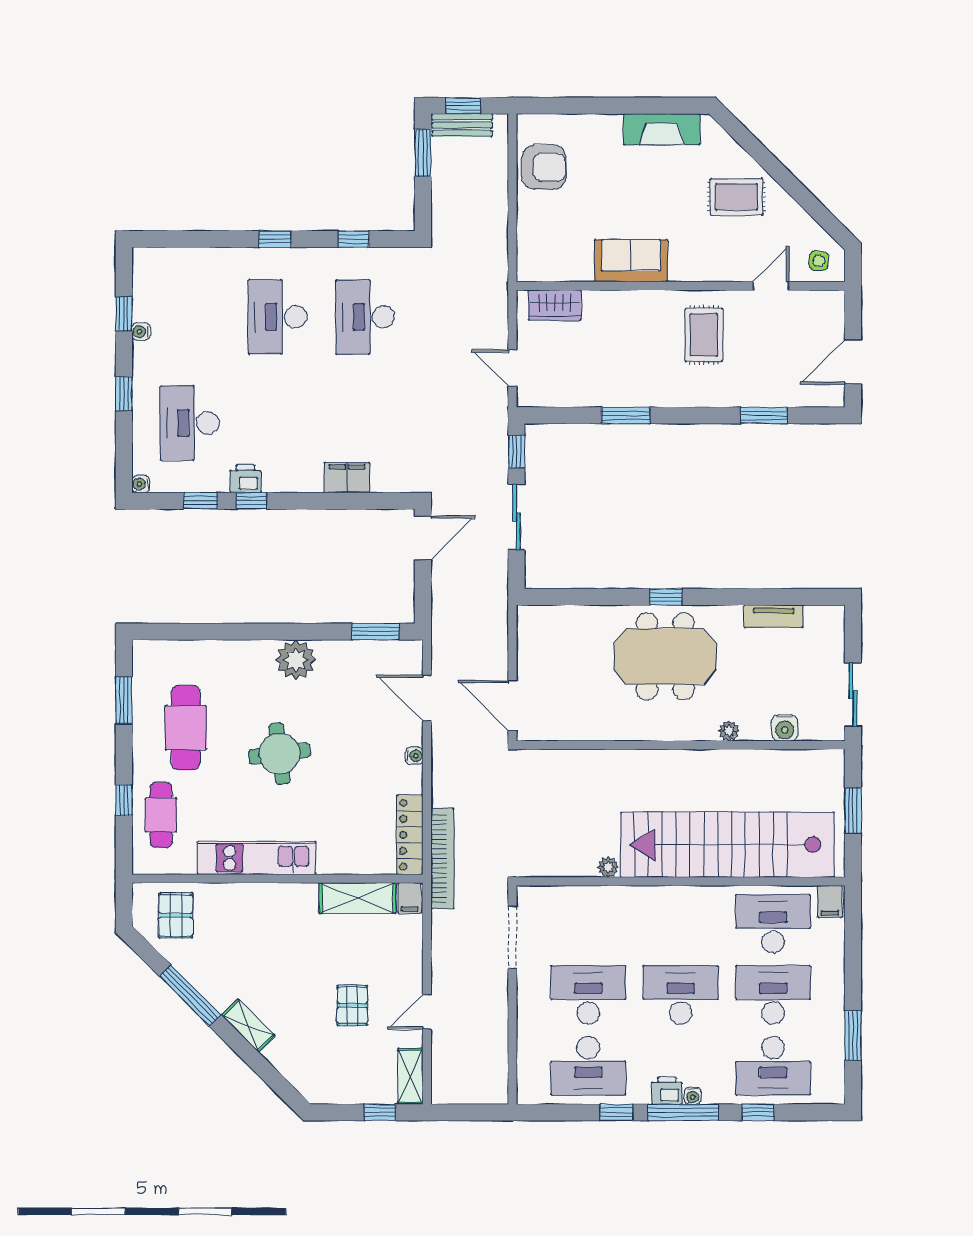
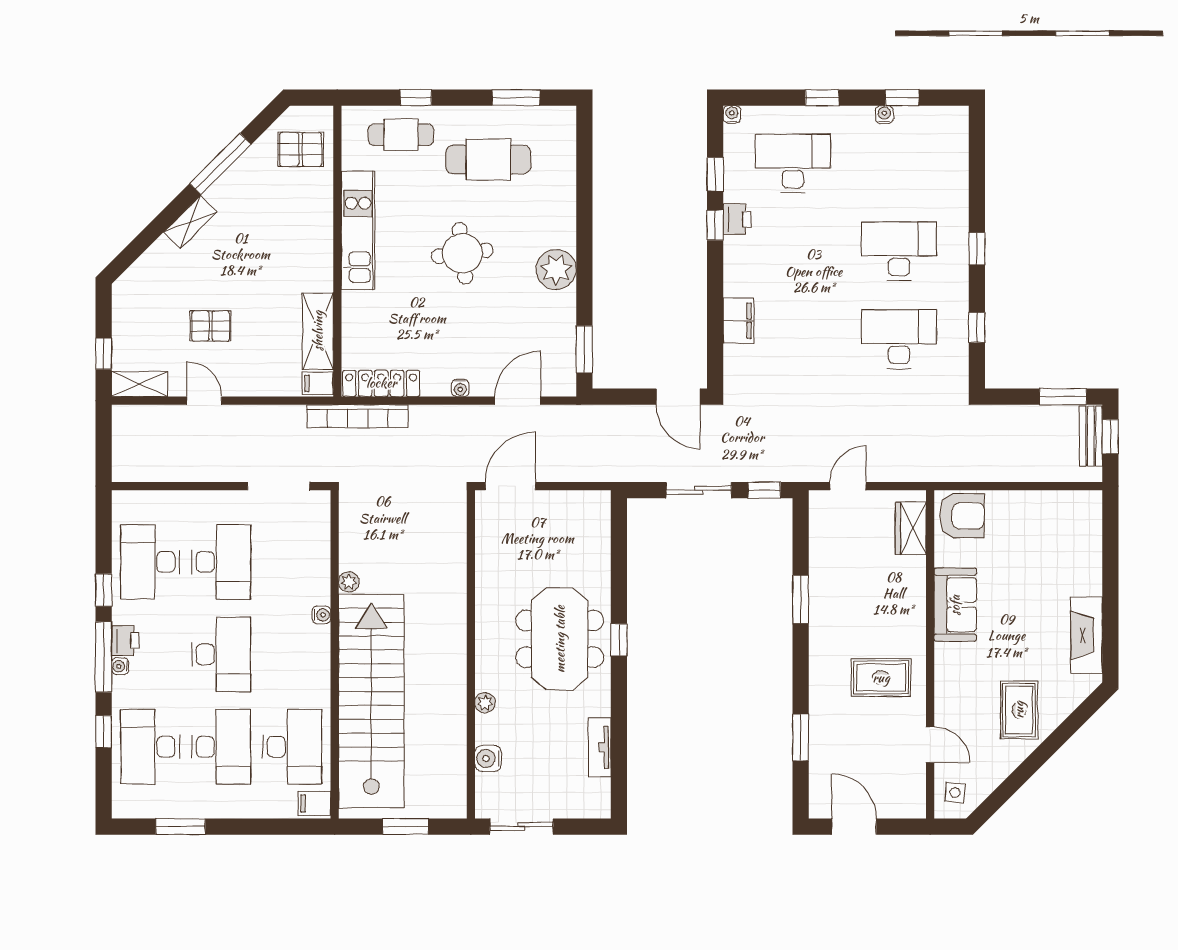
armchair: (544, 167) -> (962, 516), moved, turned -90
water cooler: (641, 894) -> (321, 615), added

